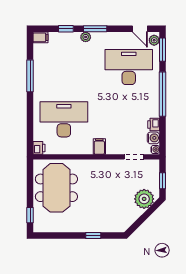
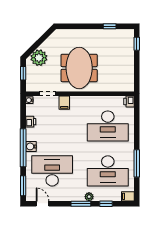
plant: (154, 40) -> (30, 194), removed
desk: (64, 67) -> (108, 171), added
desk: (129, 67) -> (52, 171), turned 180
water cooler: (153, 138) -> (31, 146), moved
filing cabinet: (99, 147) -> (64, 103), moved
meeting table: (56, 188) -> (79, 68), moved
window: (93, 236) -> (110, 26), moved

